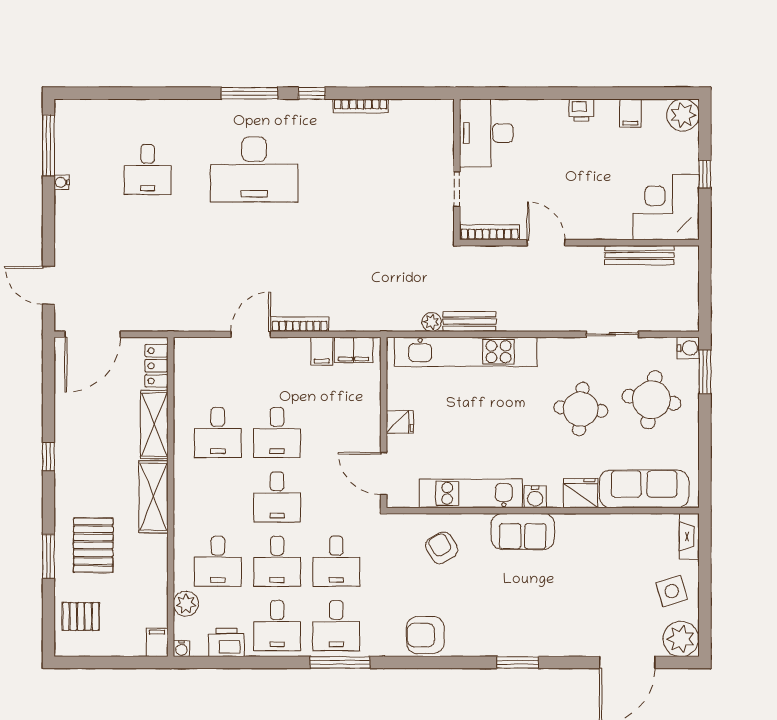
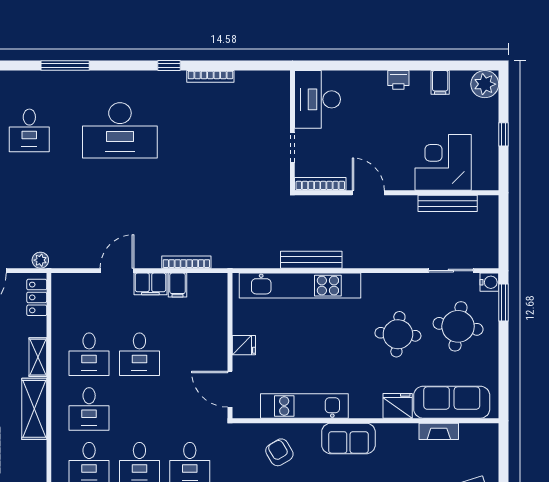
window: (250, 93) -> (65, 65), moved
corner desk: (666, 207) -> (443, 162), moved
bench: (469, 321) -> (311, 260), width x1.36
plant: (432, 322) -> (40, 260), moved
bookcase: (300, 324) -> (186, 262), moved
sliding door: (612, 334) -> (451, 271), moved
filing cabinet: (354, 350) -> (150, 284), moved
shelving: (154, 425) -> (38, 357), width x0.67, depth x0.75
desk: (277, 497) -> (89, 409), moved
water cooler: (535, 497) -> (359, 409), removed
fireplace: (689, 536) -> (439, 431), moved, turned -90

